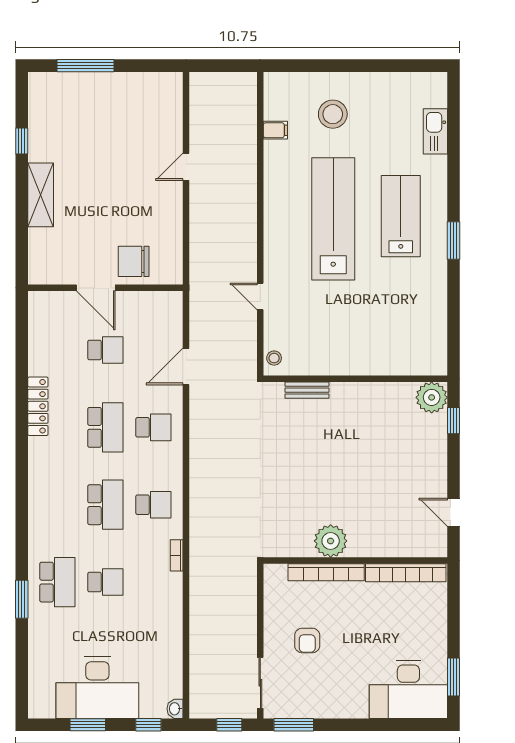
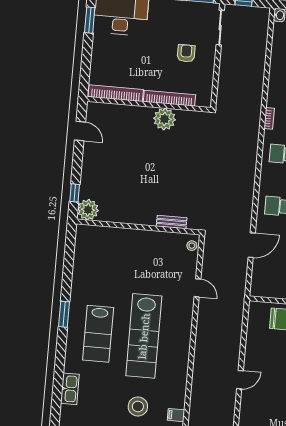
filing cabinet: (275, 130) -> (176, 415), moved

